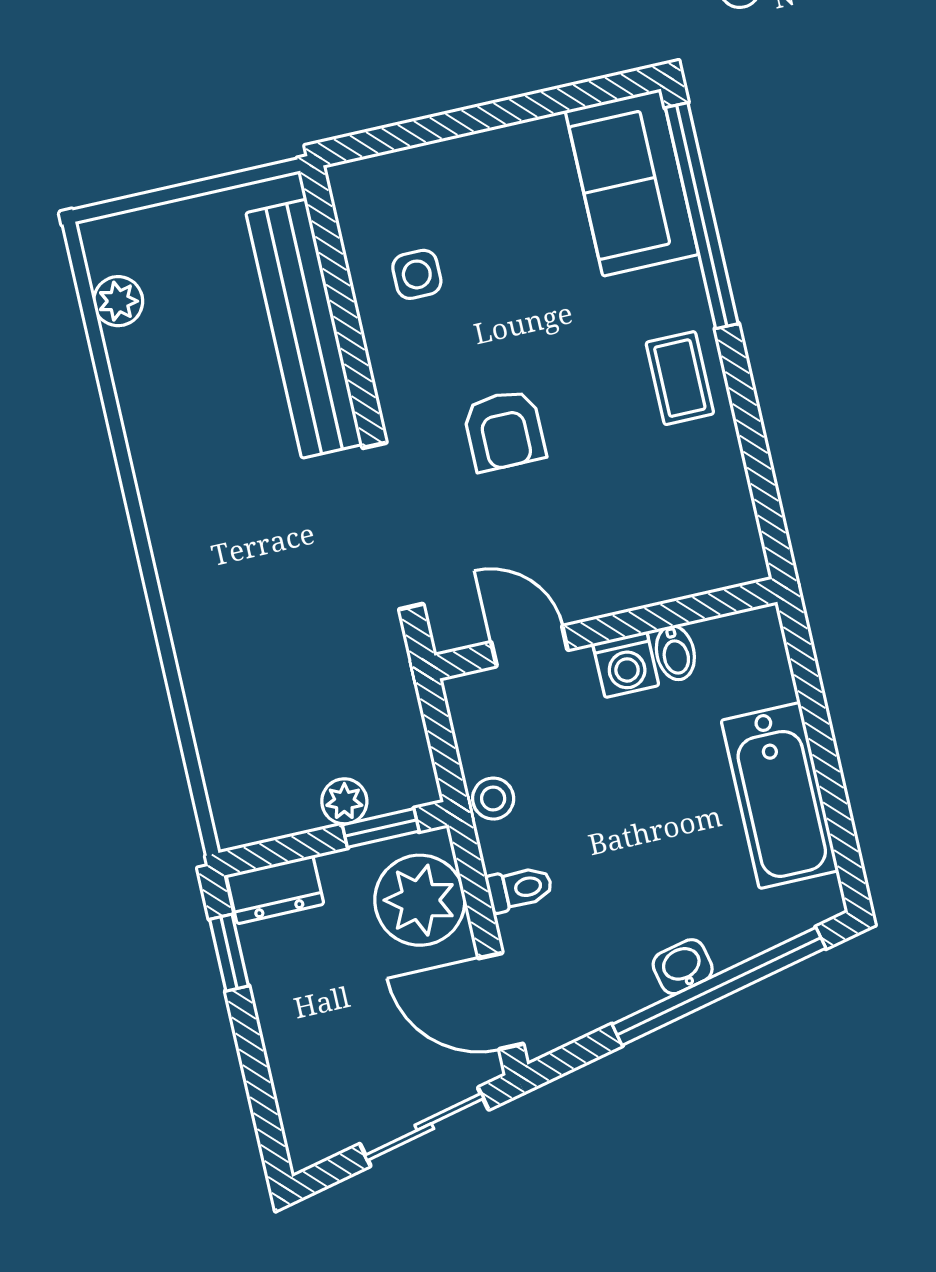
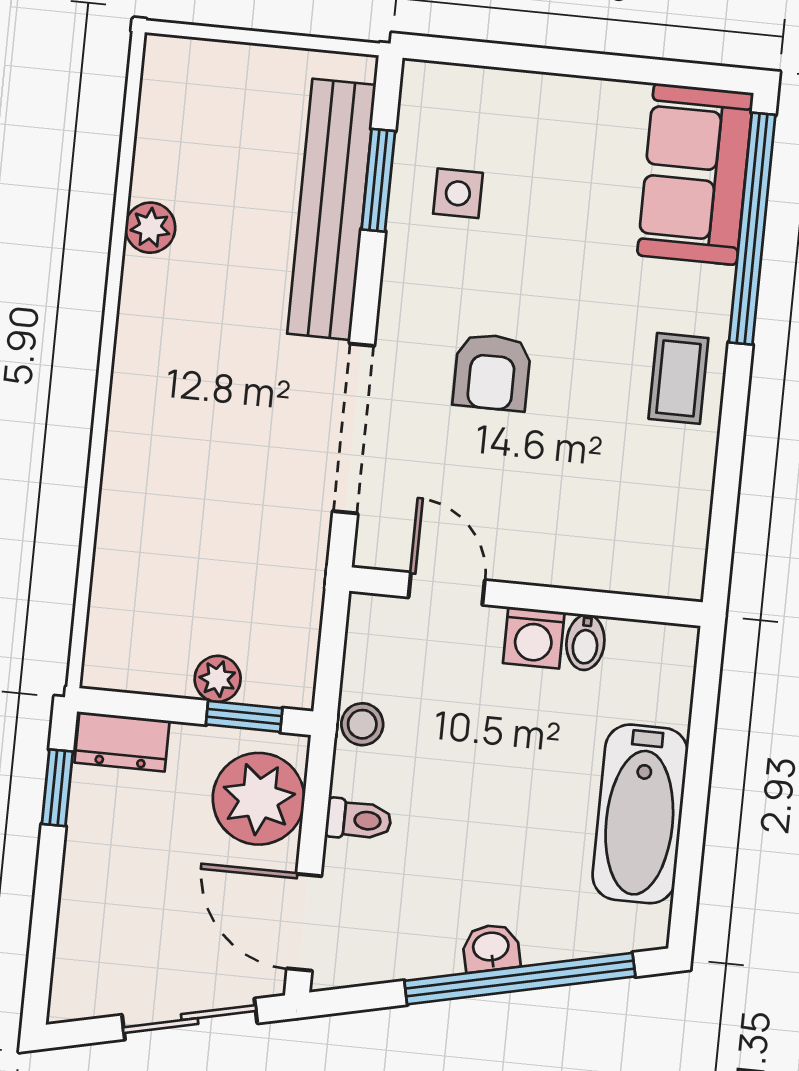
window: (339, 287) -> (378, 180), added
plant: (118, 301) -> (150, 228), moved

